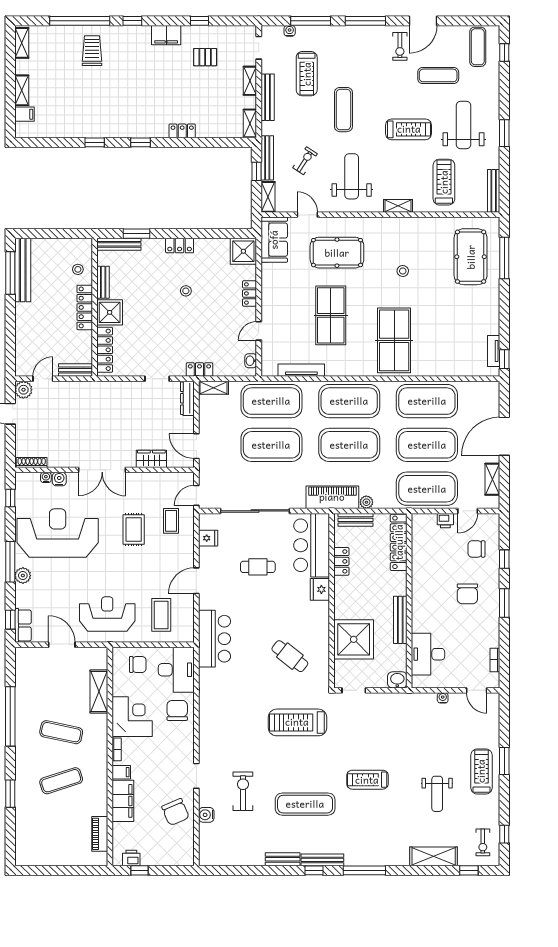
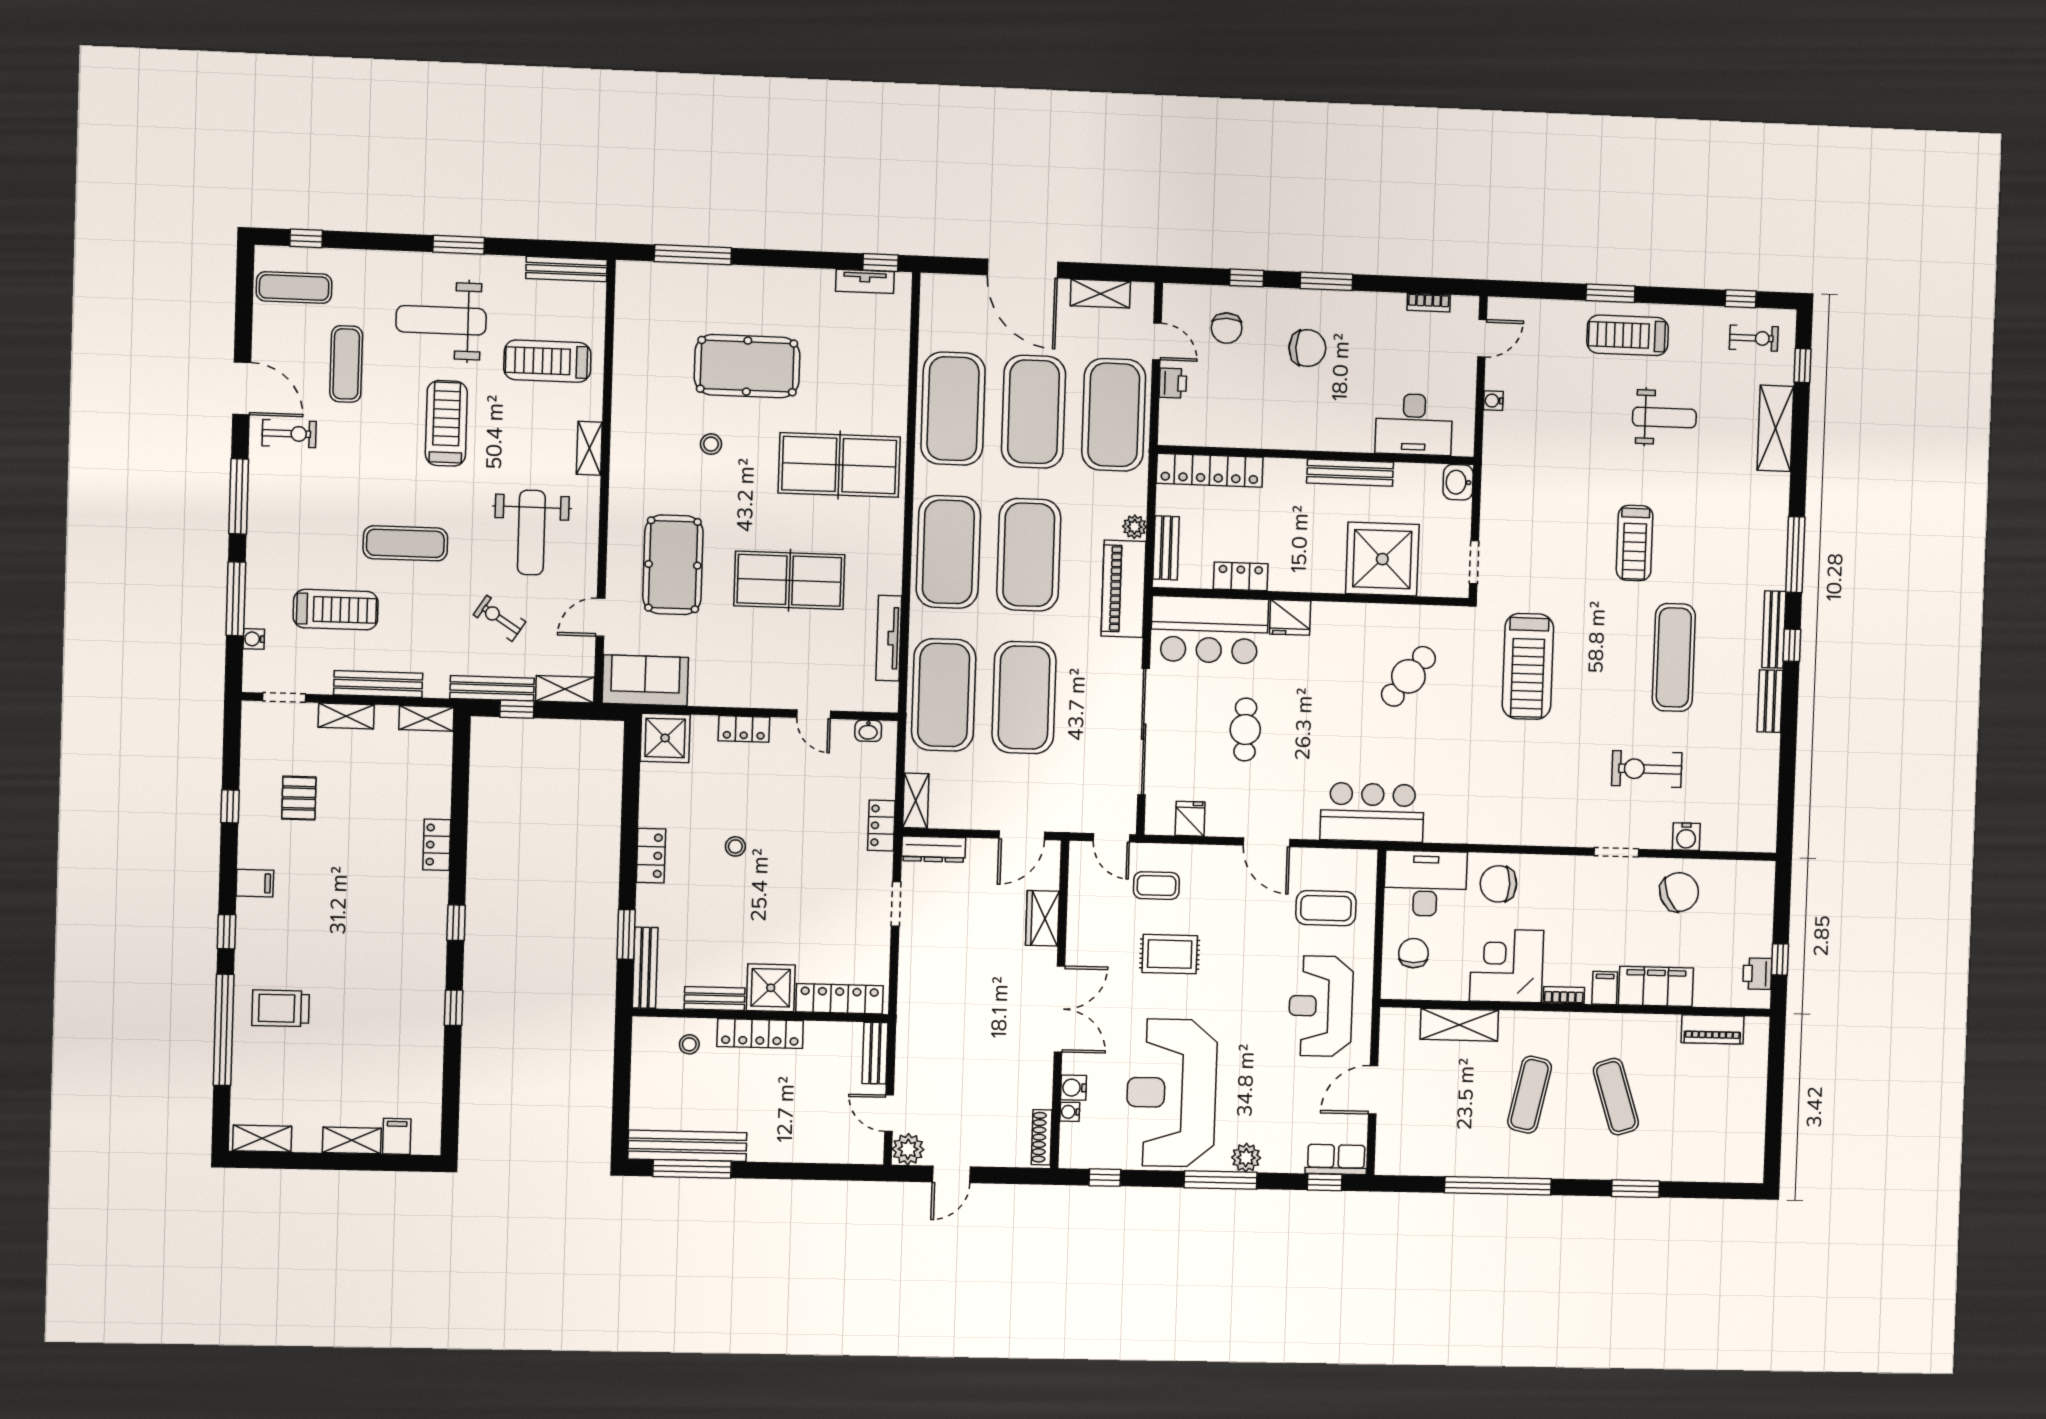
filing cabinet: (166, 35) -> (255, 883), width x0.50
weight bench: (352, 176) -> (531, 533), turned -90
pool table: (471, 257) -> (747, 366), moved

